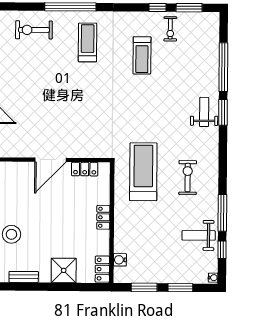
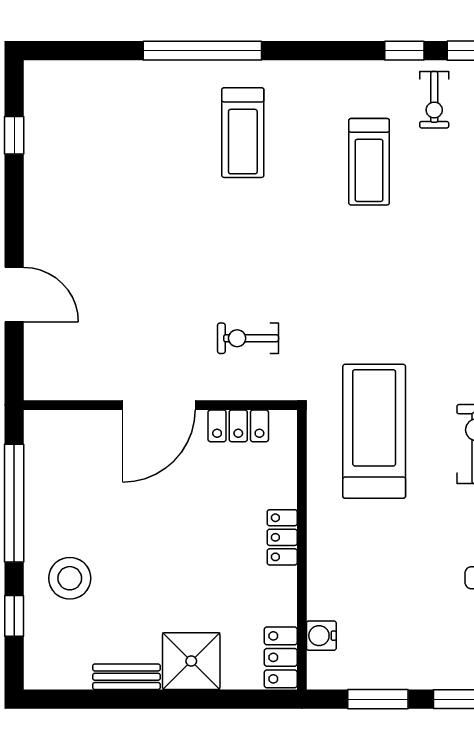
exercise bike: (34, 30) -> (248, 338), moved, width x0.73, depth x0.72
treadmill: (88, 42) -> (243, 133), turned 180
bench: (24, 277) -> (126, 677), moved

